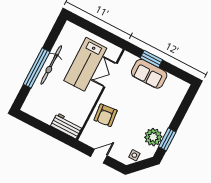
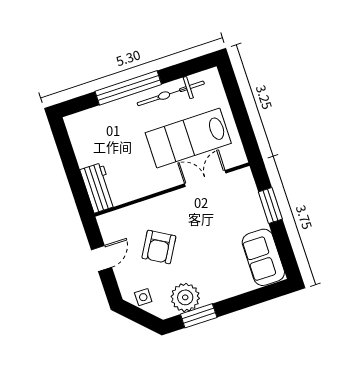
bicycle: (51, 65) -> (171, 93), moved
sofa: (149, 74) -> (263, 257), moved
armchair: (106, 115) -> (159, 247), moved, turned -54
door: (99, 156) -> (101, 259), hinge flipped

